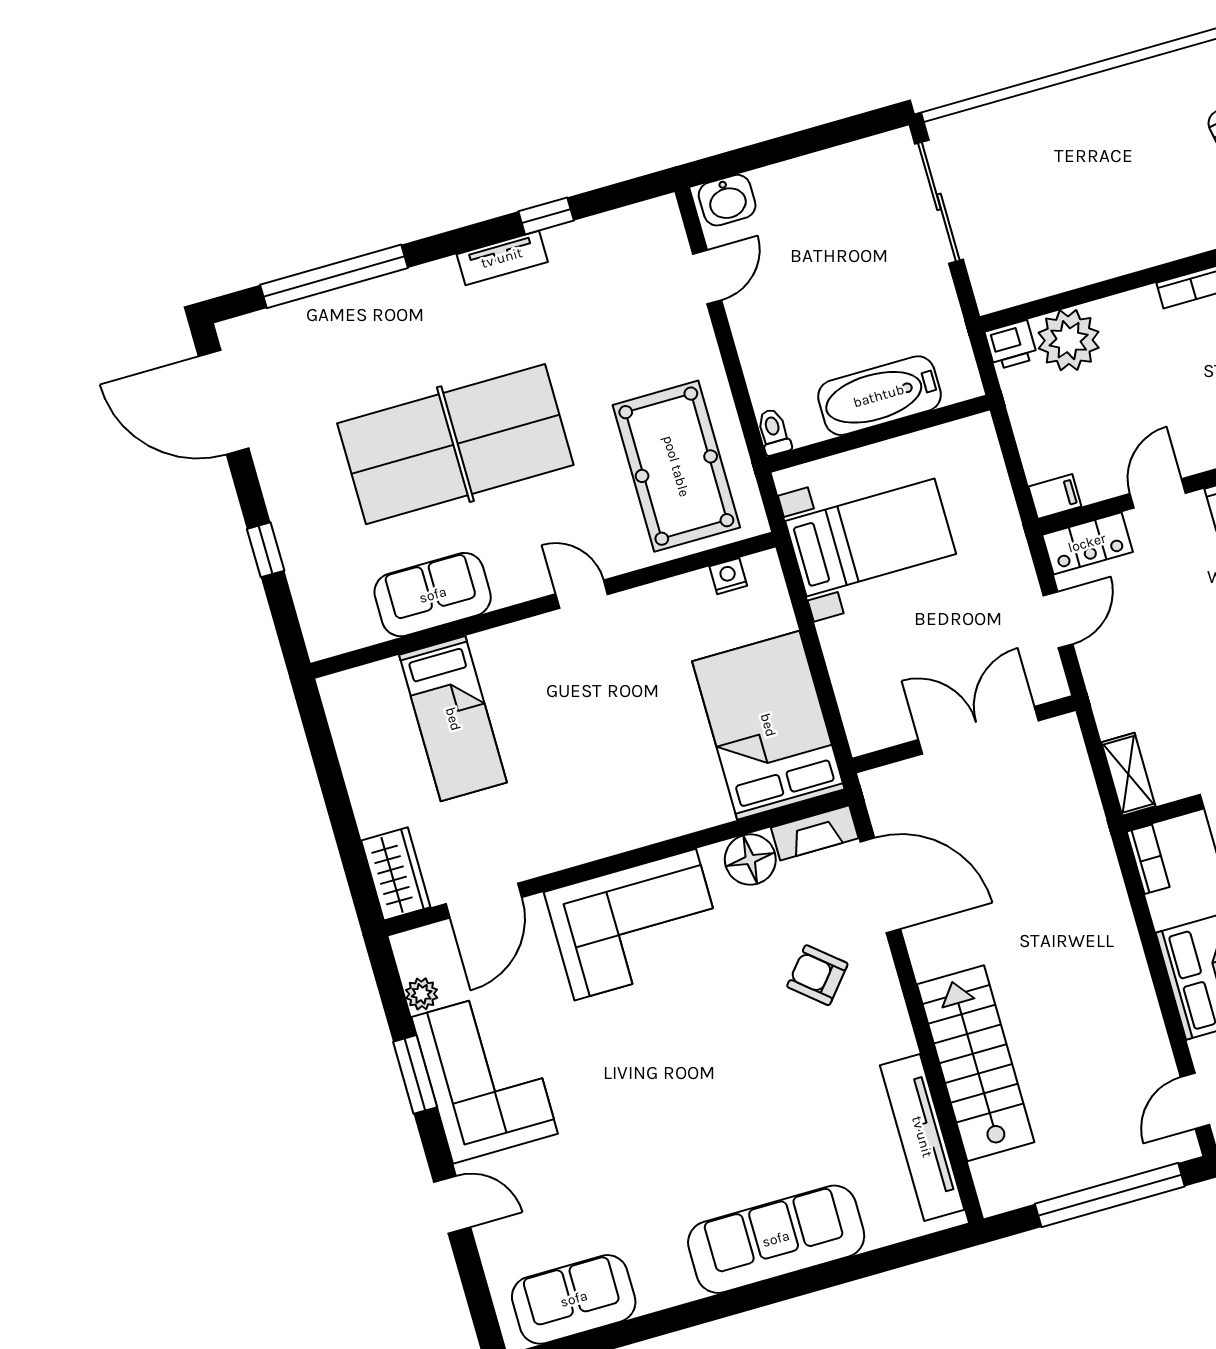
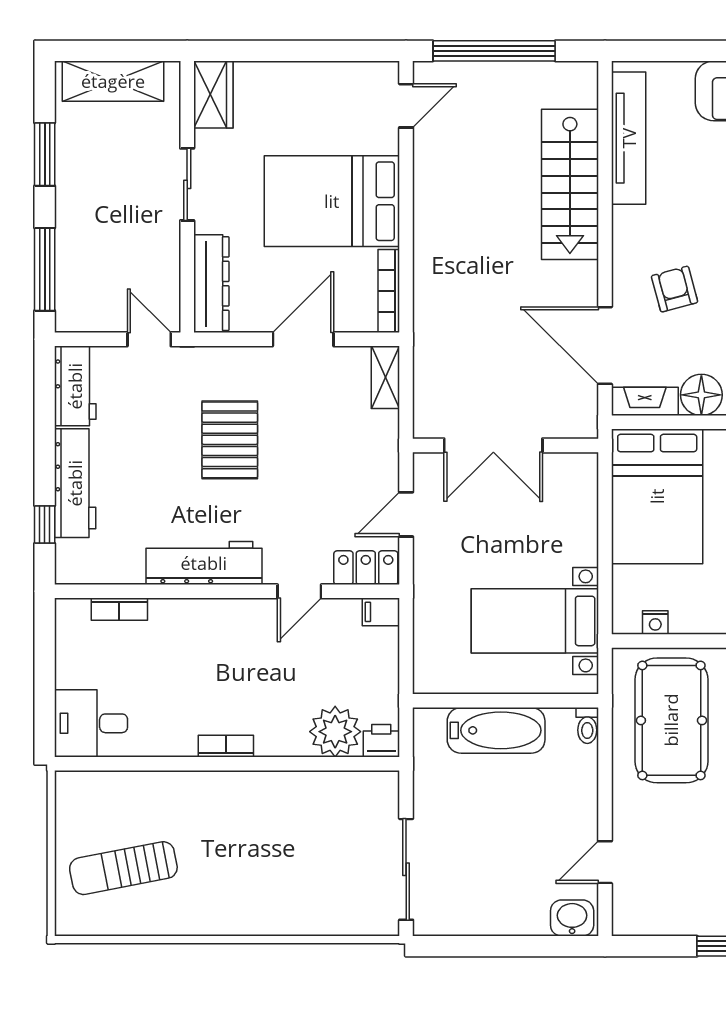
bookcase: (1148, 859) -> (389, 291), width x1.56
armchair: (817, 975) -> (675, 289), turned -145

